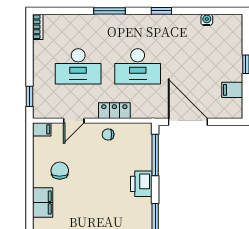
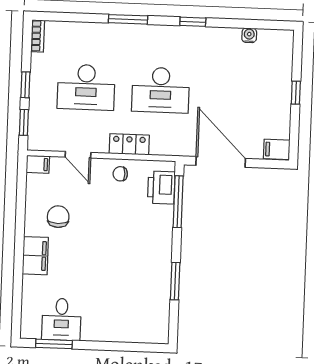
window: (29, 66) -> (25, 85), added
filing cabinet: (232, 90) -> (277, 149), moved
door: (74, 121) -> (78, 155), hinge flipped
printer: (141, 184) -> (161, 188), moved

